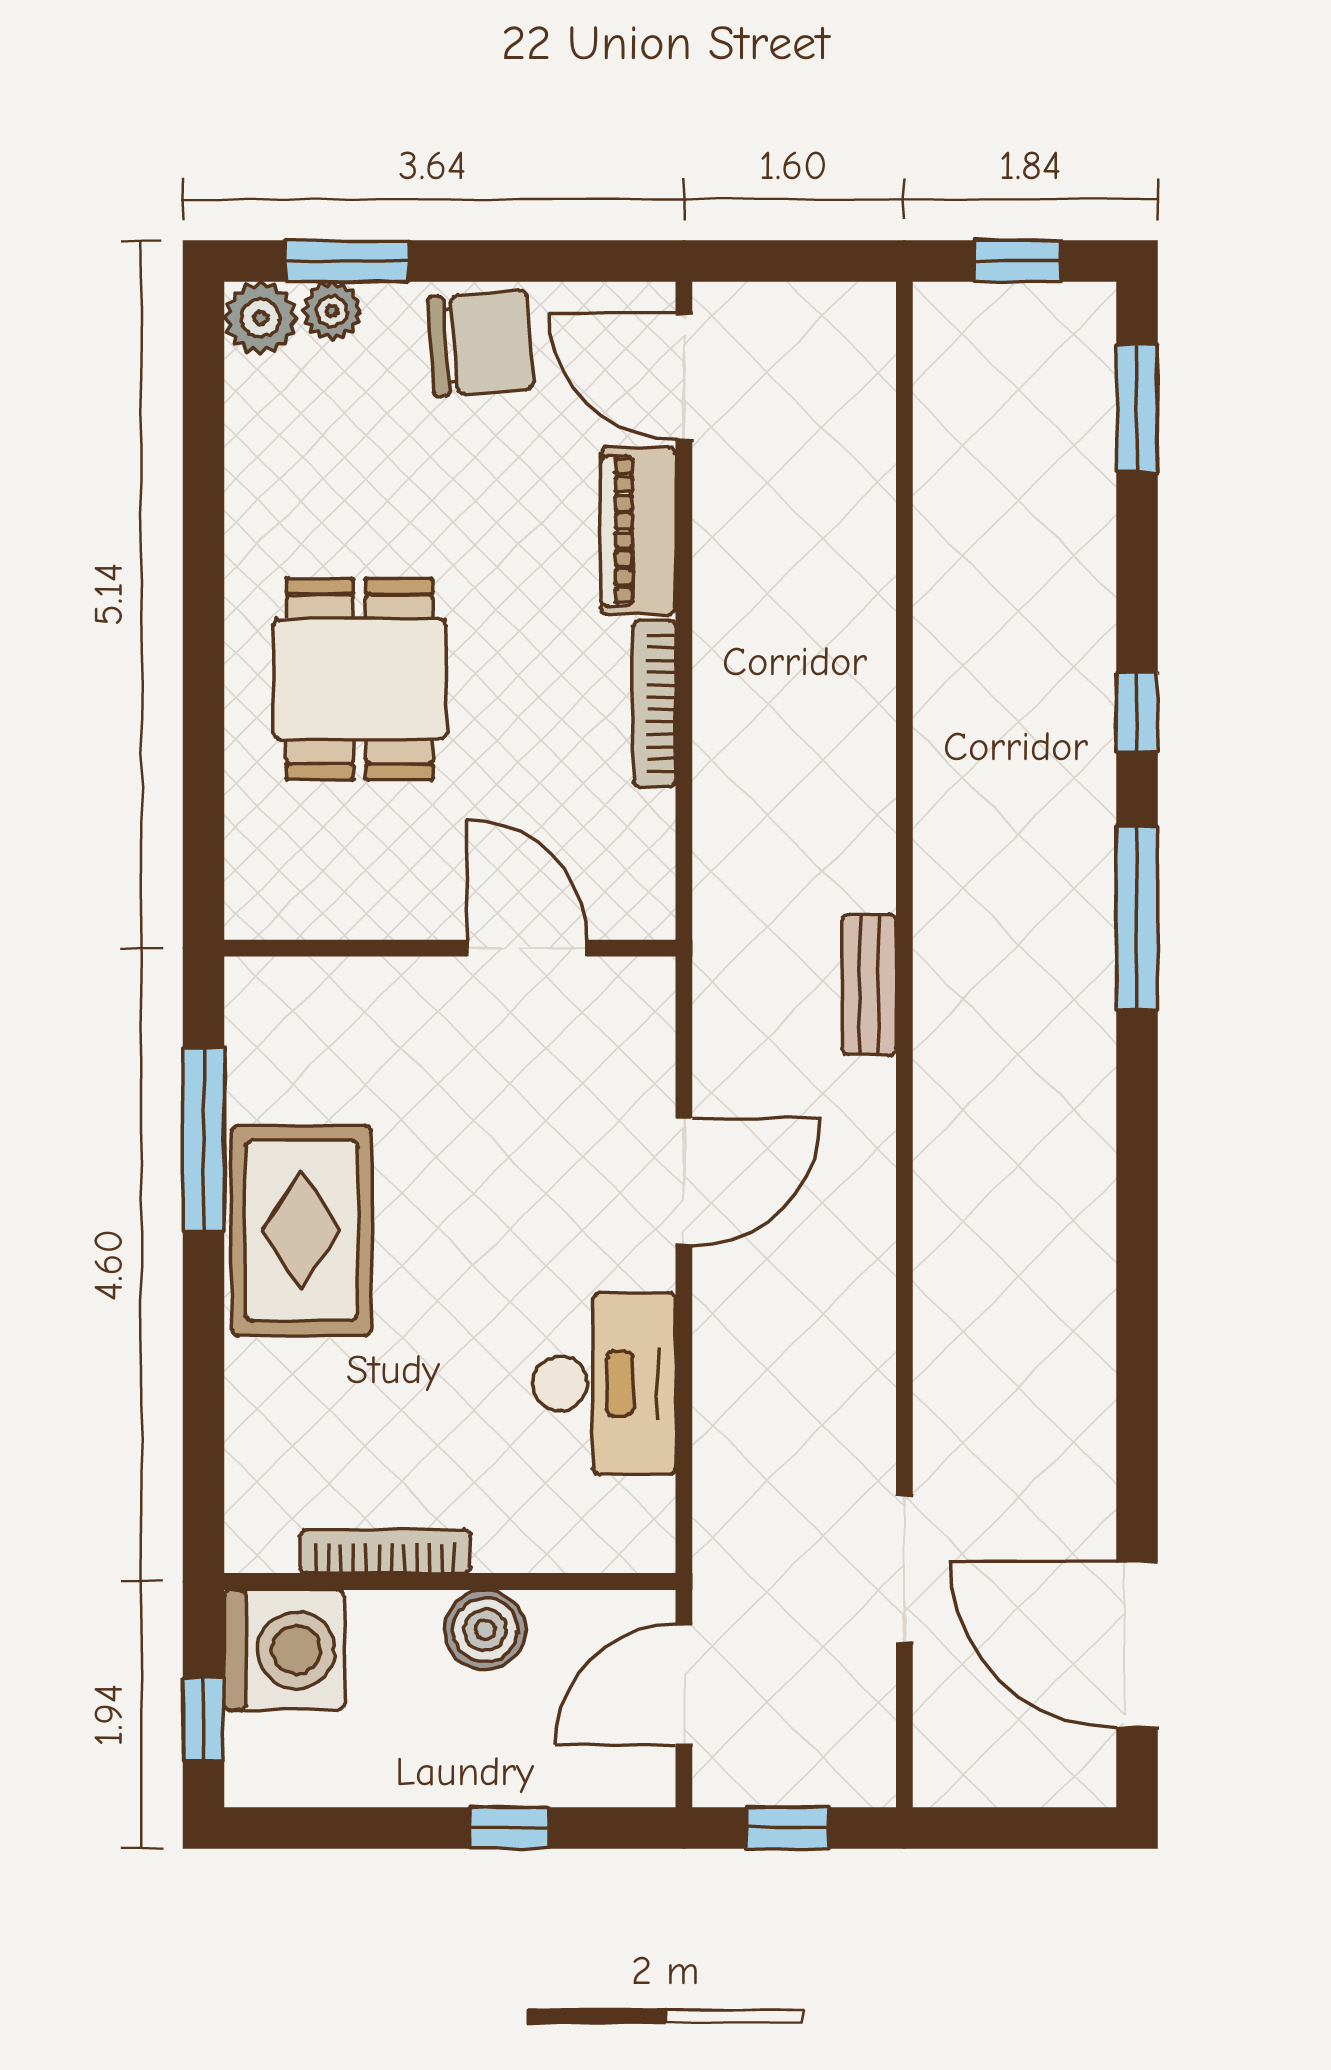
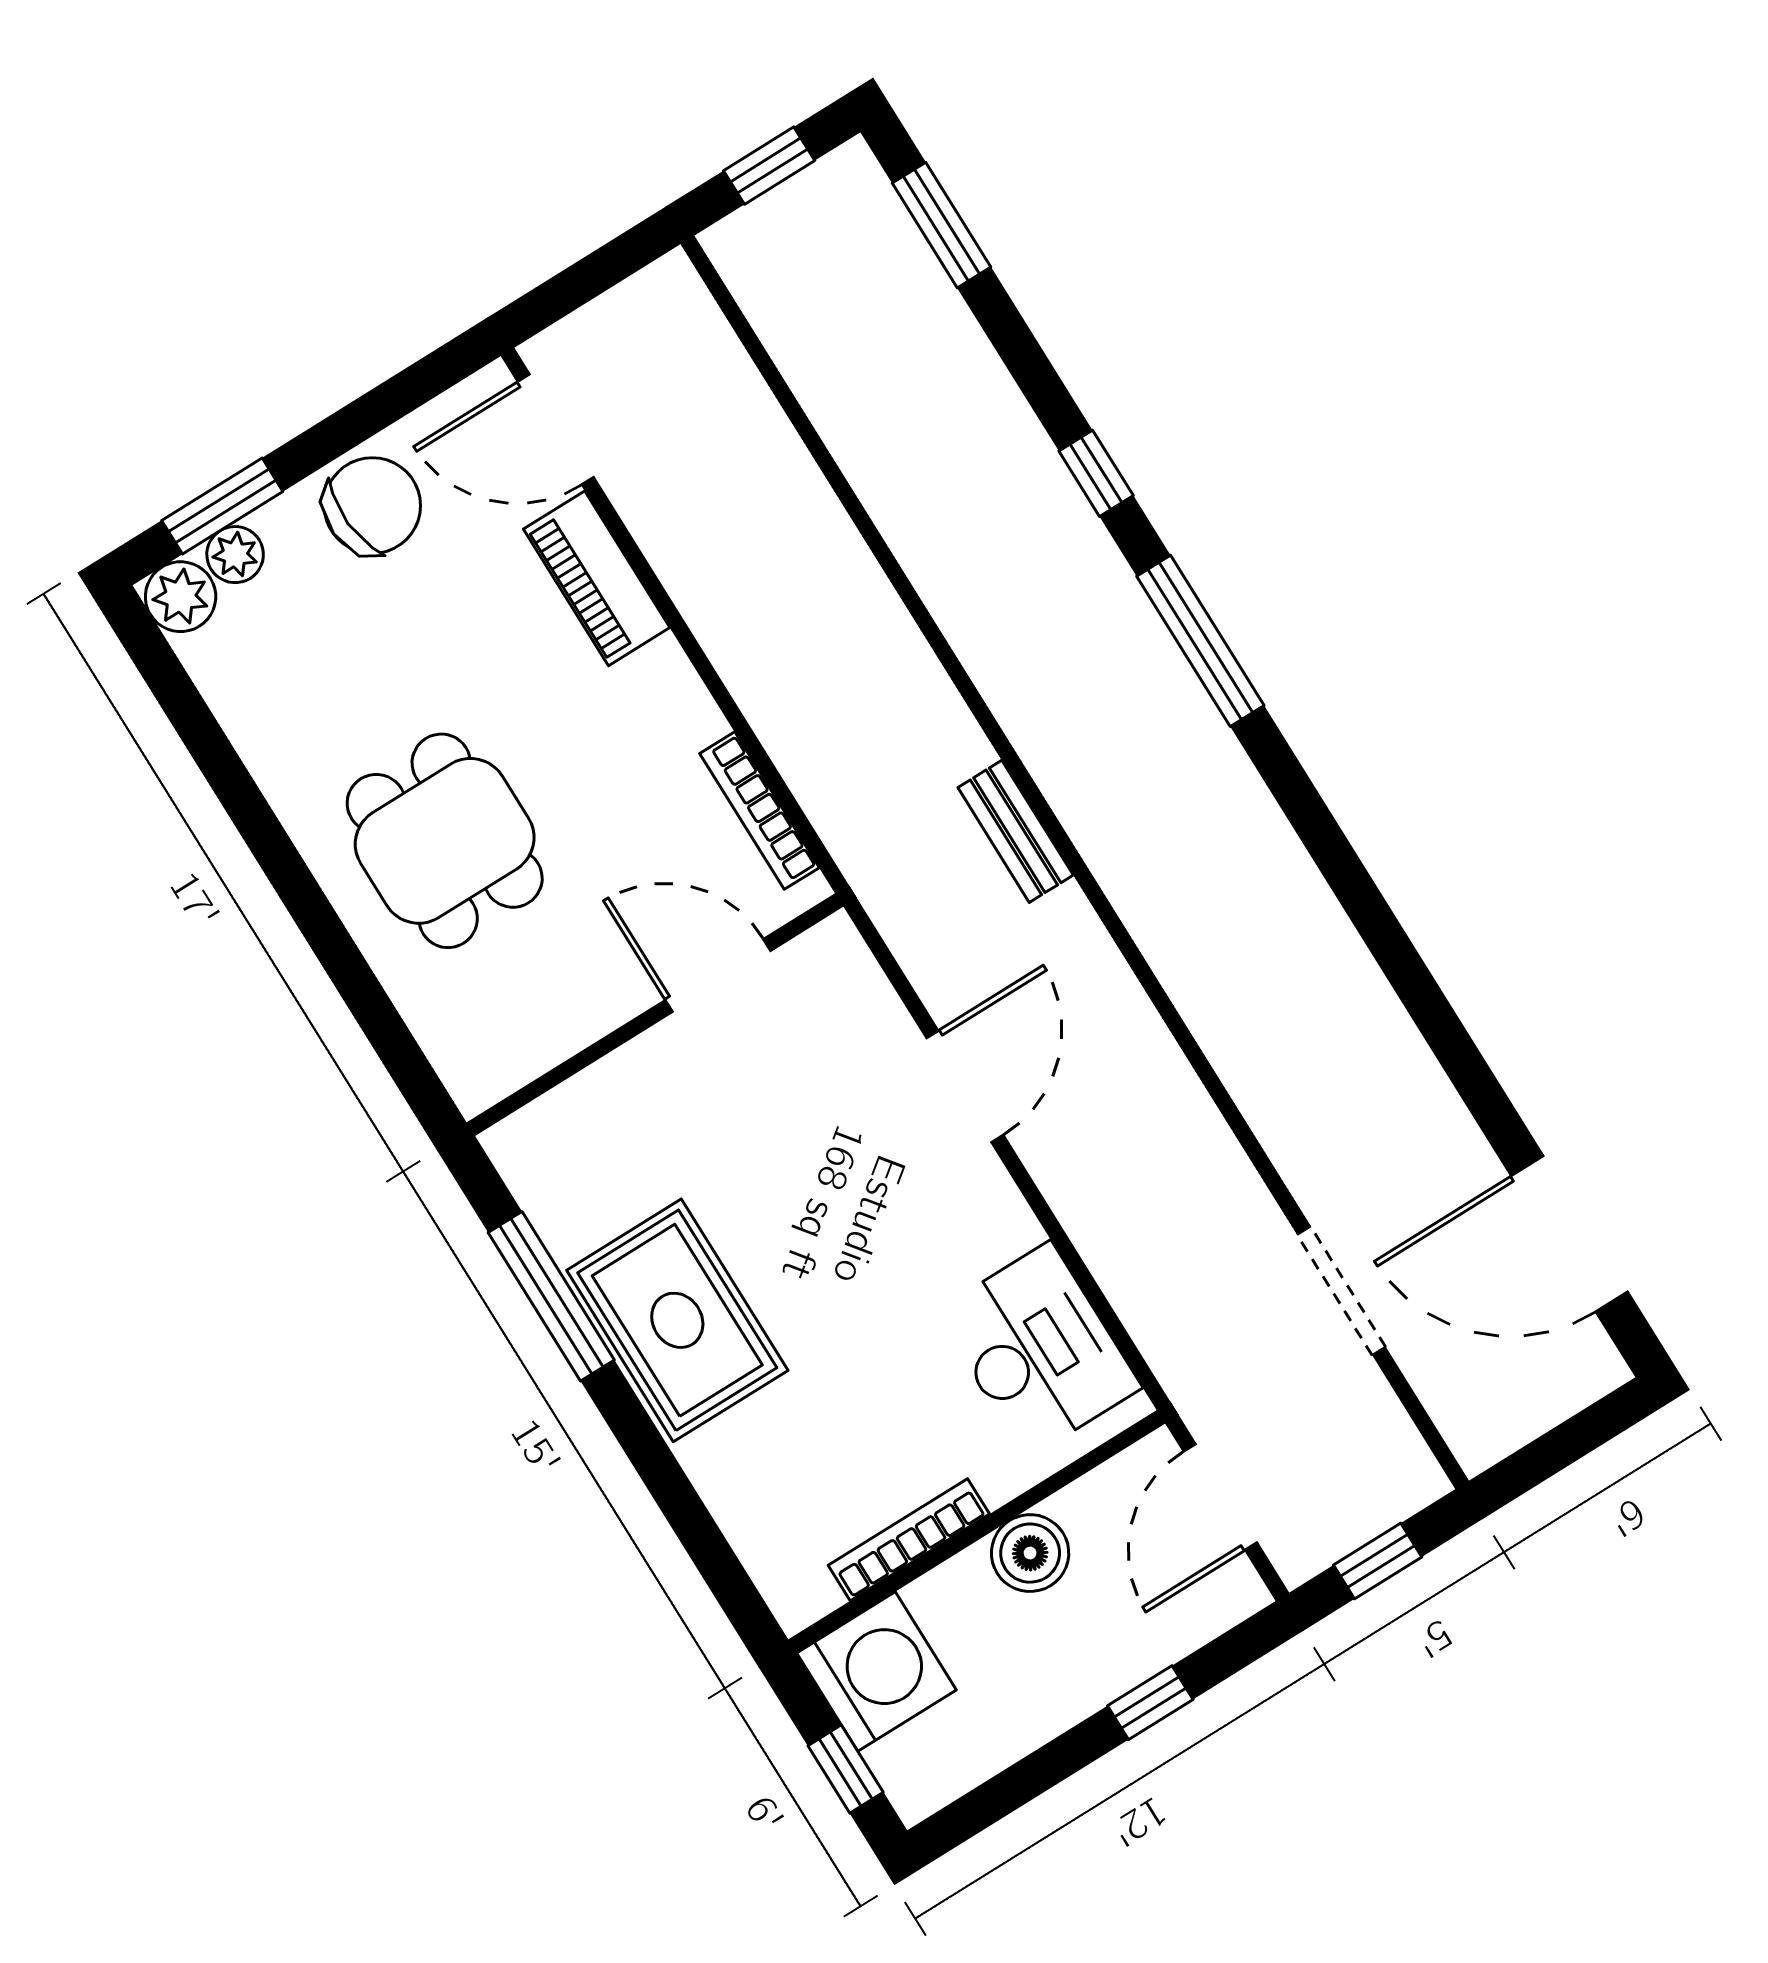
bookcase: (654, 704) -> (760, 811), moved
desk: (604, 1383) -> (1038, 1350), moved

